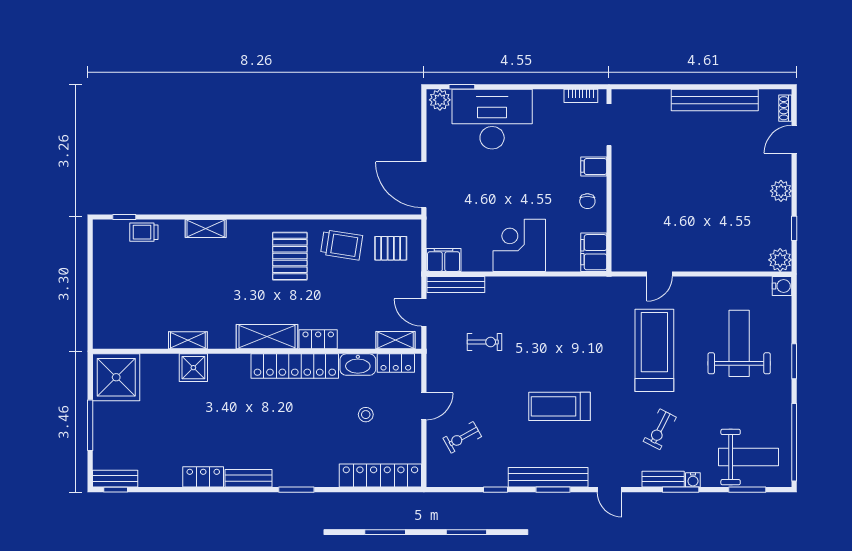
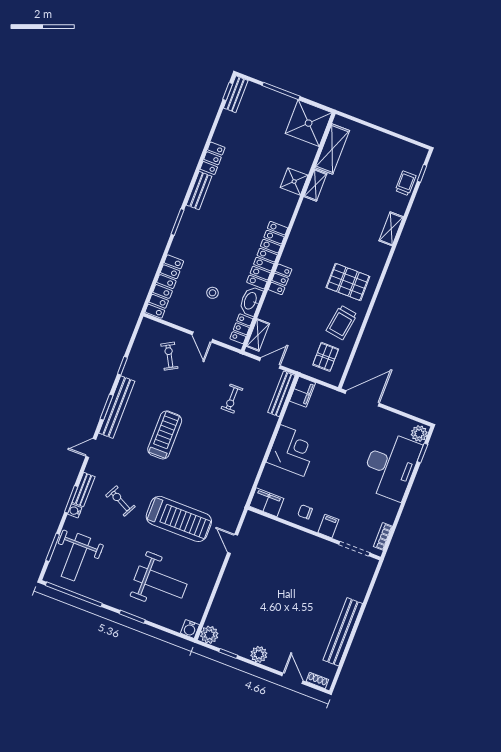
shelving: (267, 337) -> (332, 149), moved

